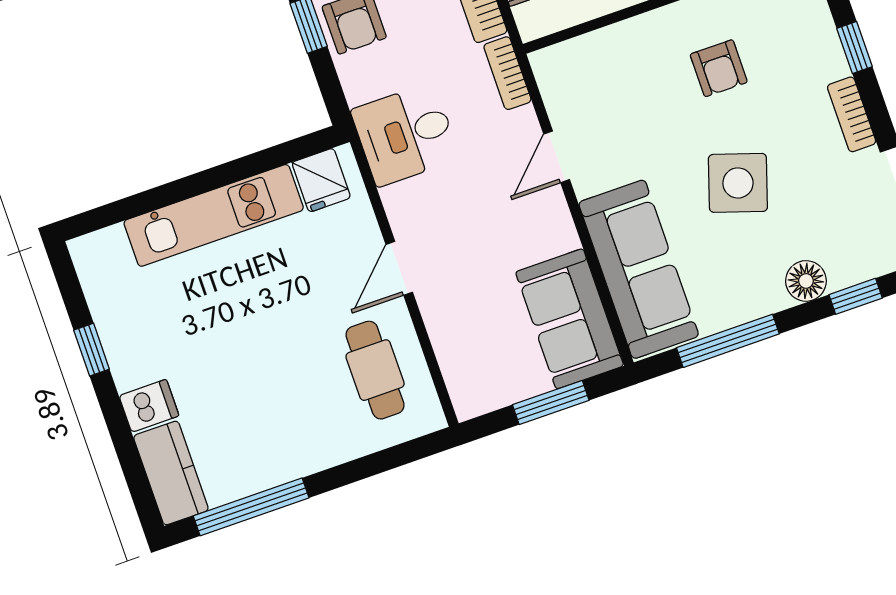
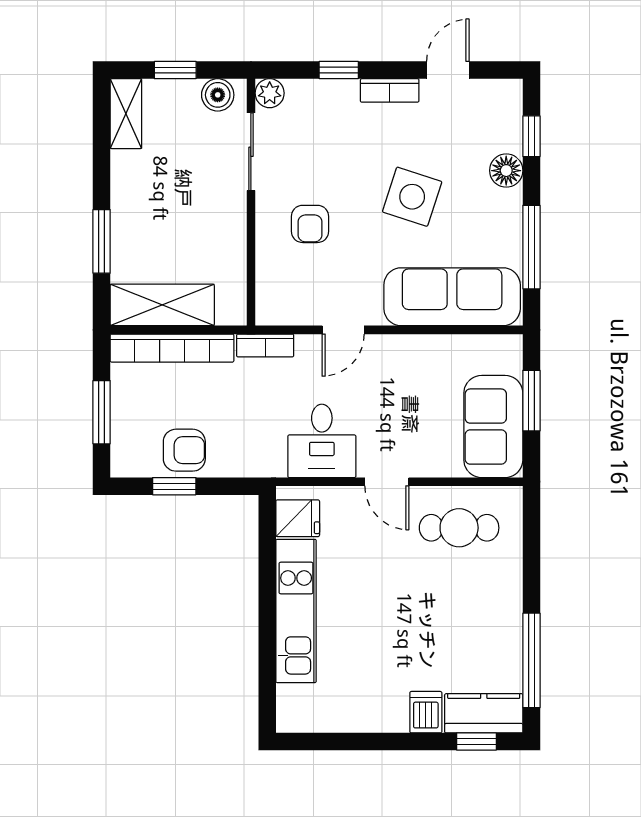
armchair: (719, 68) -> (310, 224), moved, turned 90
desk: (405, 134) -> (322, 441), moved
door: (557, 157) -> (343, 330), hinge flipped
sofa: (570, 319) -> (493, 427), moved, turned 90
window: (92, 350) -> (476, 741), moved

